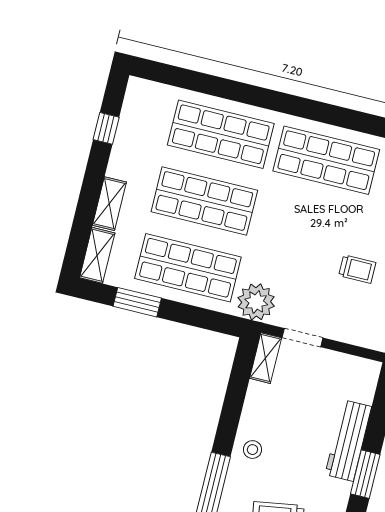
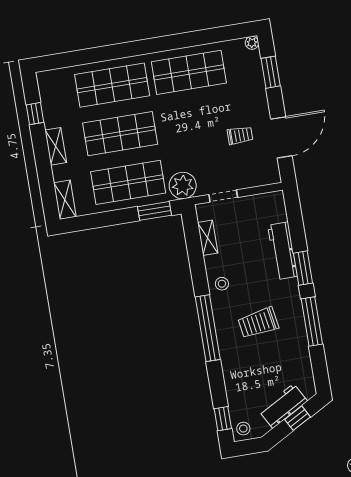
shelving: (109, 204) -> (56, 146), moved
window: (137, 302) -> (155, 211), moved
shelving: (266, 358) -> (208, 238), moved

